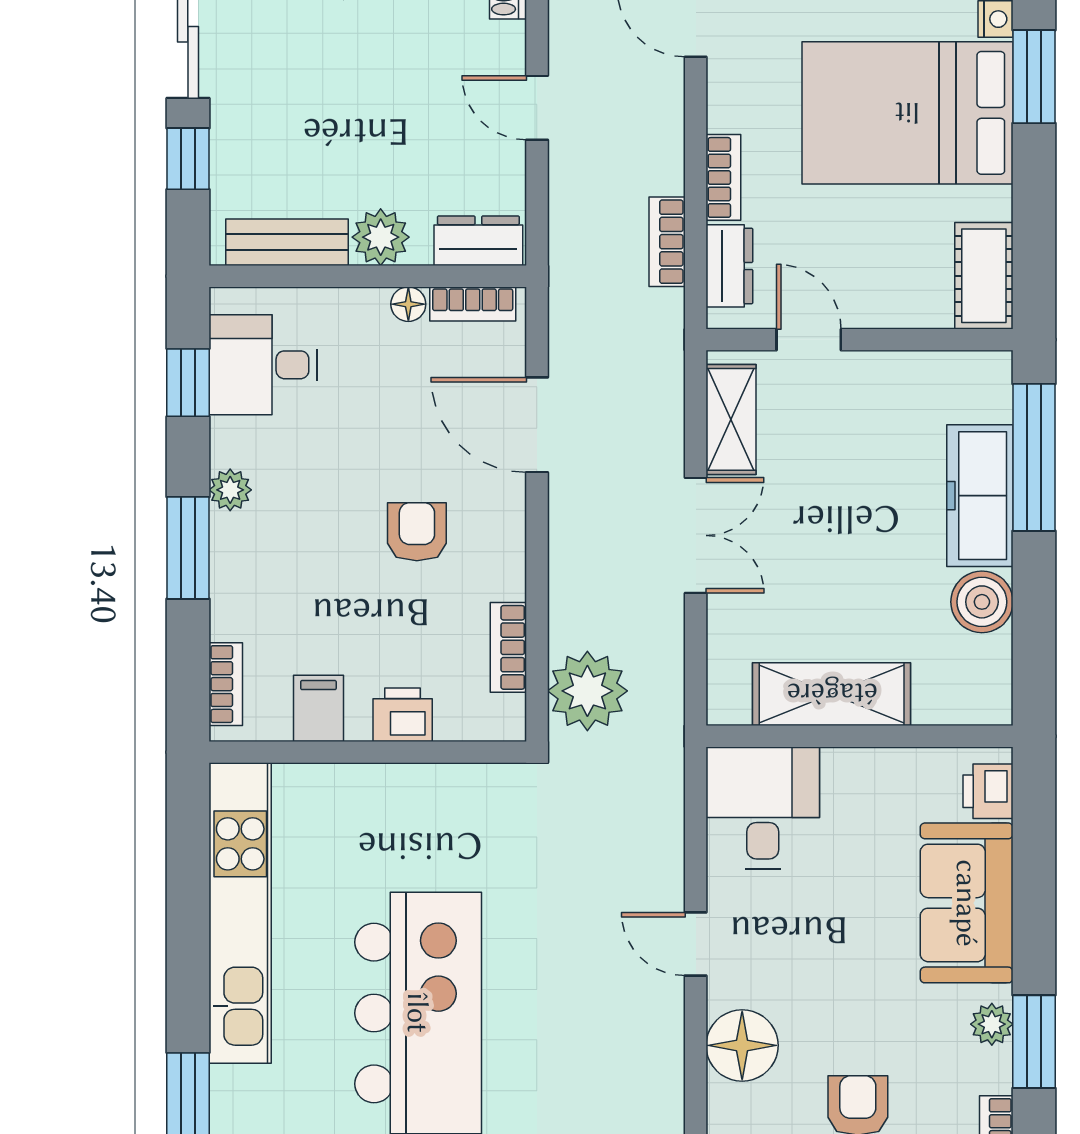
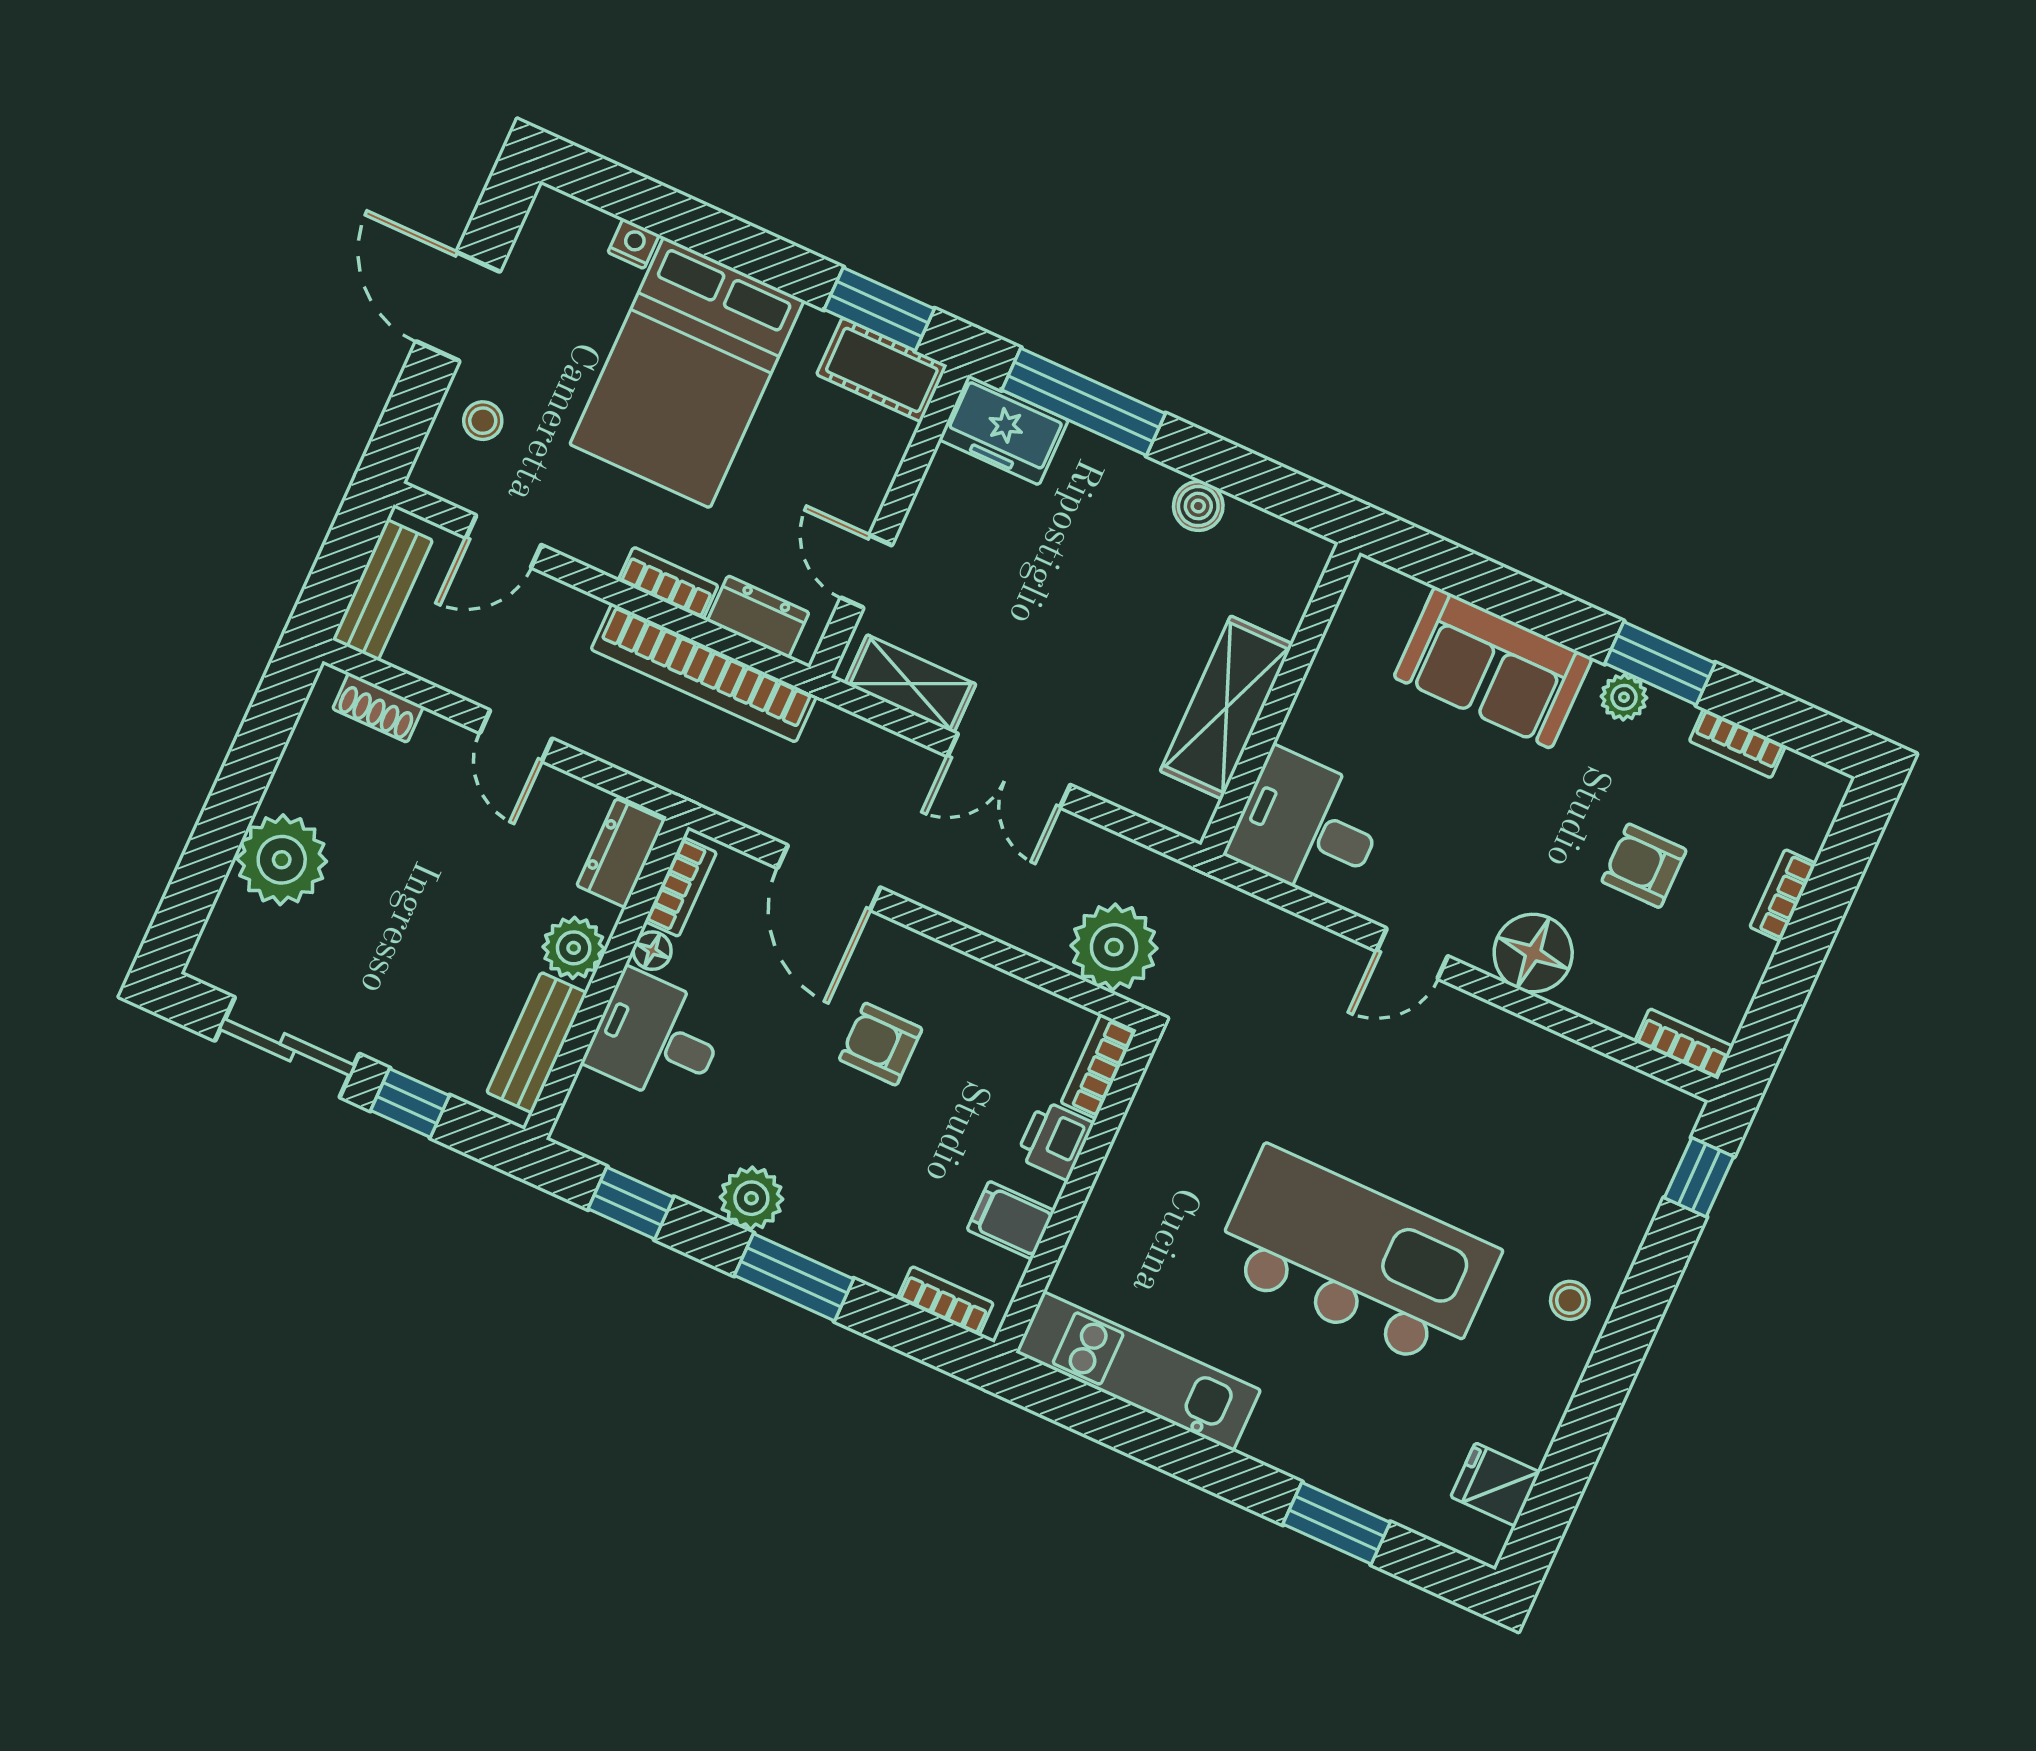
window: (1034, 77) -> (879, 309), moved
door: (537, 108) -> (516, 736), hinge flipped
bookcase: (667, 242) -> (704, 673), width x2.31, depth x1.31
door: (809, 340) -> (866, 571), hinge flipped
desk: (263, 365) -> (656, 1038), moved, turned 90
door: (537, 425) -> (829, 878), hinge flipped
plant: (230, 490) -> (751, 1198), width x1.38, depth x1.38
freezer: (980, 496) -> (1004, 430), moved, width x0.71
double door: (696, 535) -> (1009, 771), swing flipped
boiler: (982, 602) -> (1198, 506), width x0.73, depth x0.73
bookcase: (508, 647) -> (1099, 1066), moved, turned 90
printer: (988, 791) -> (1392, 597), removed
kitchen unit: (240, 913) -> (1138, 1371), width x0.73

